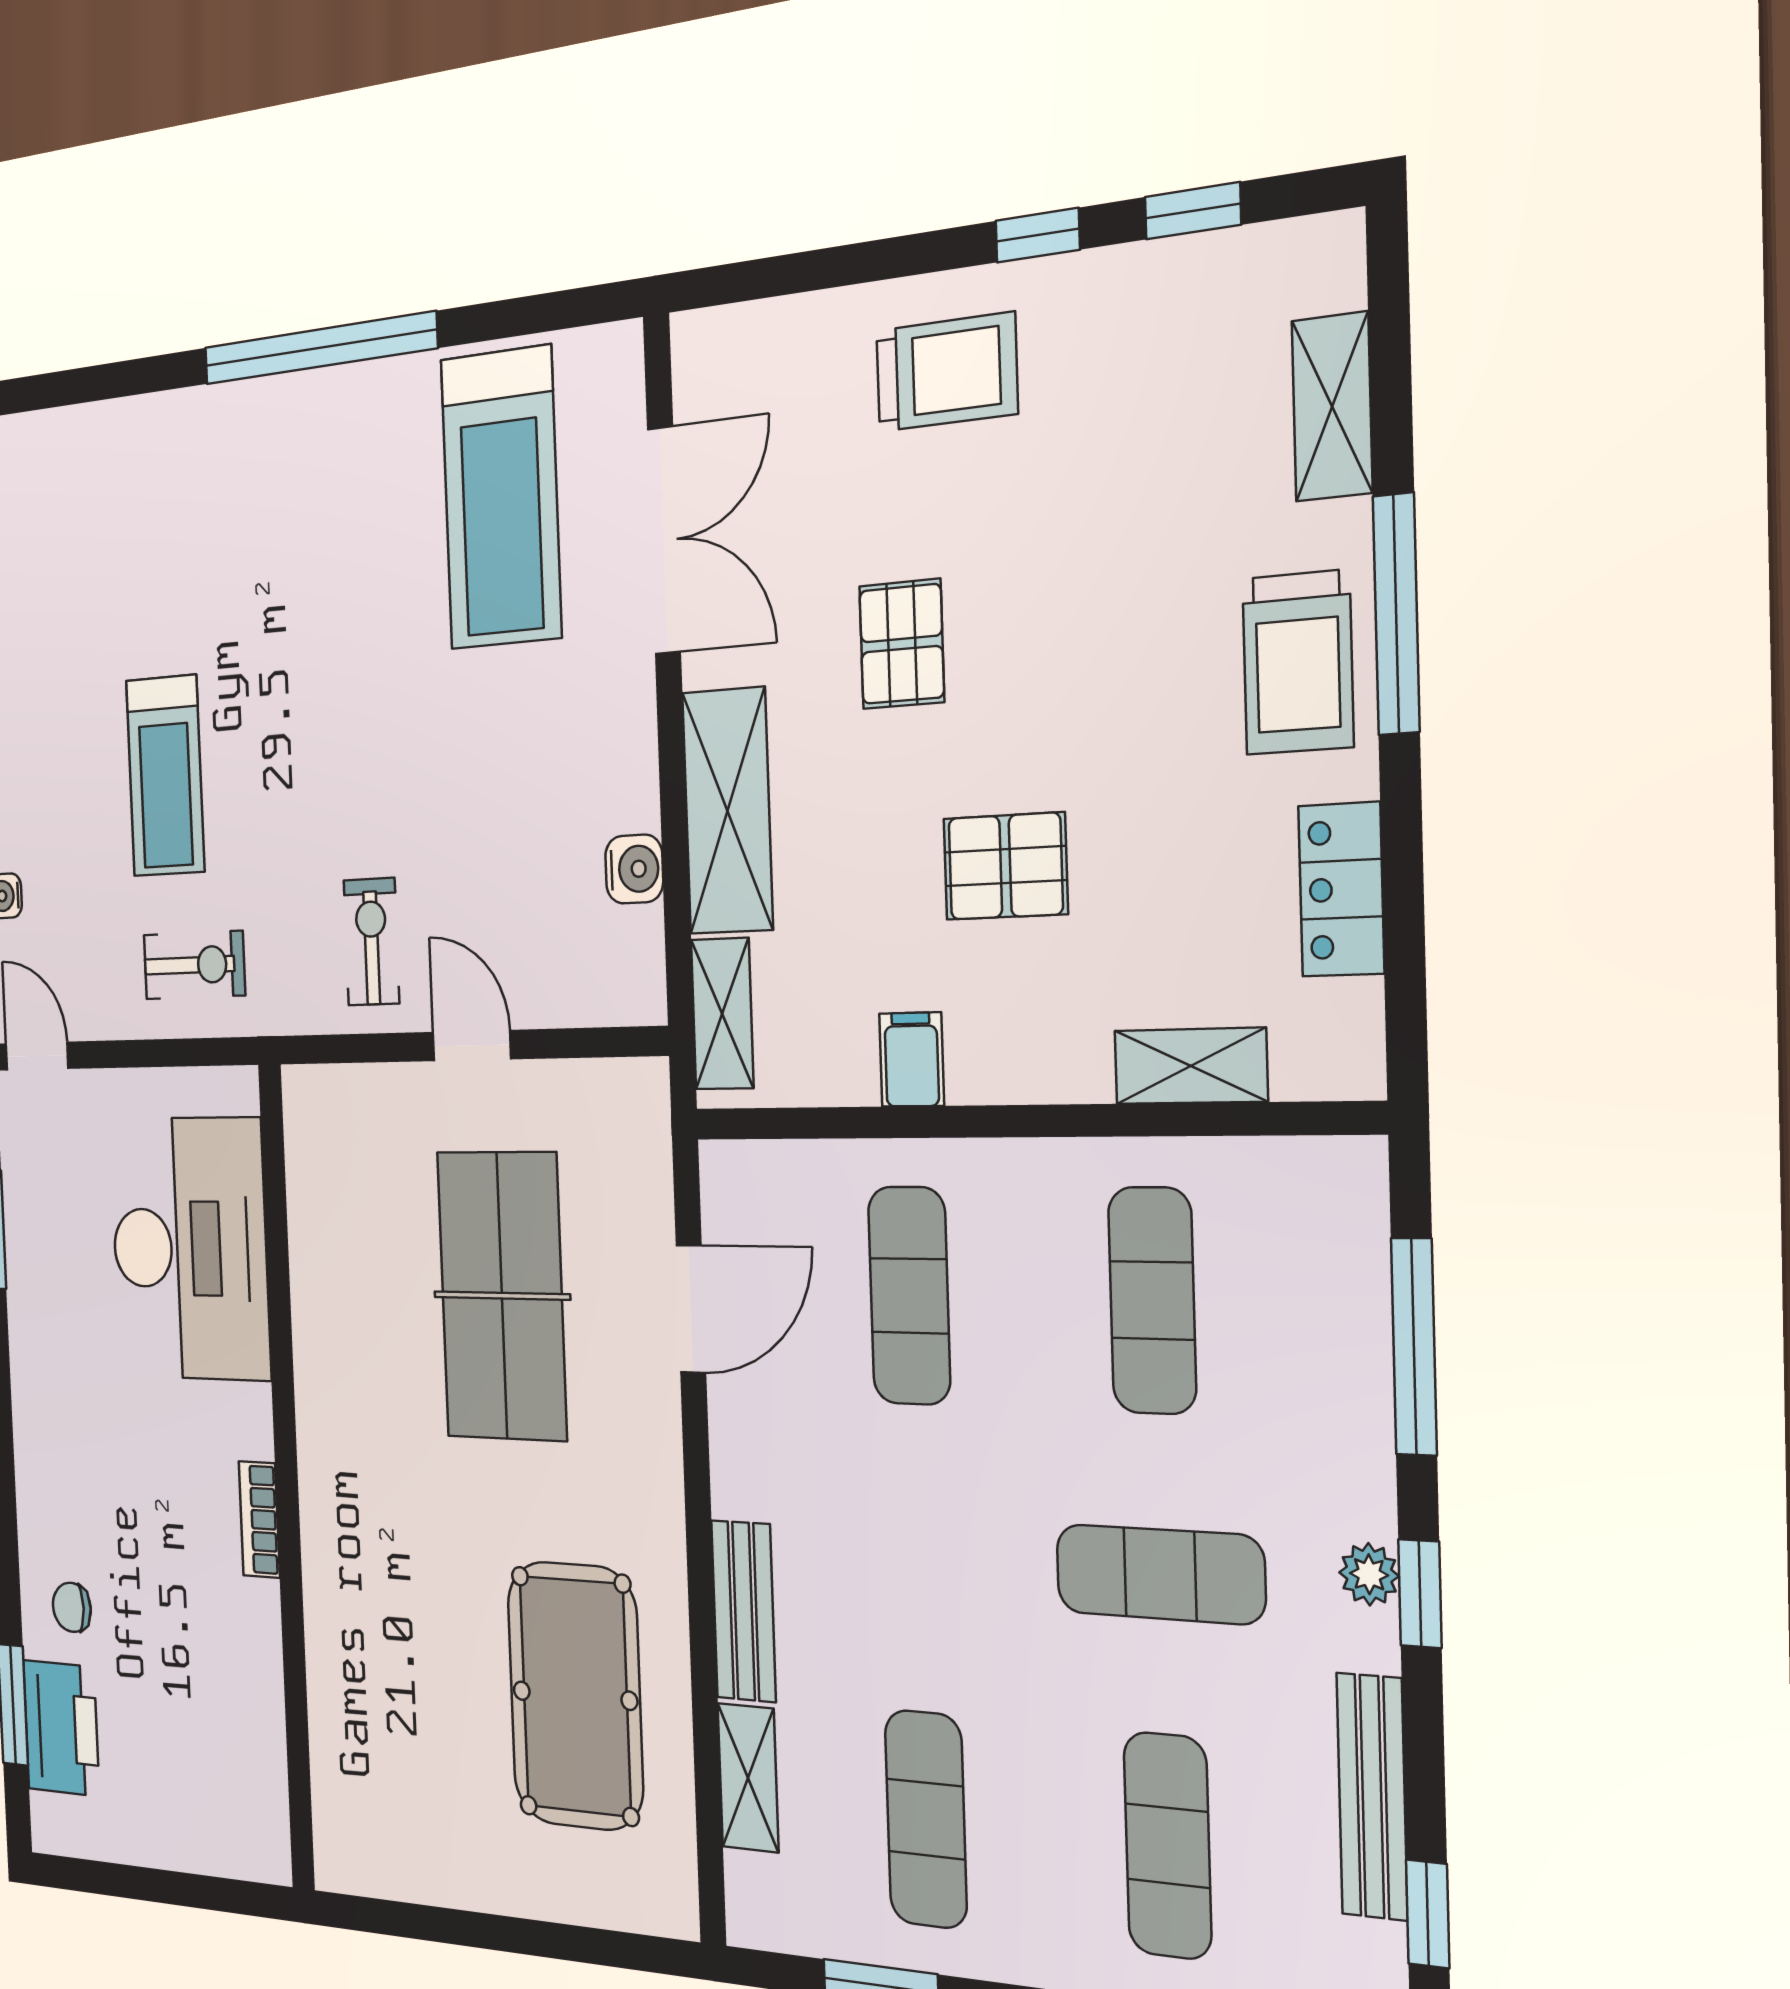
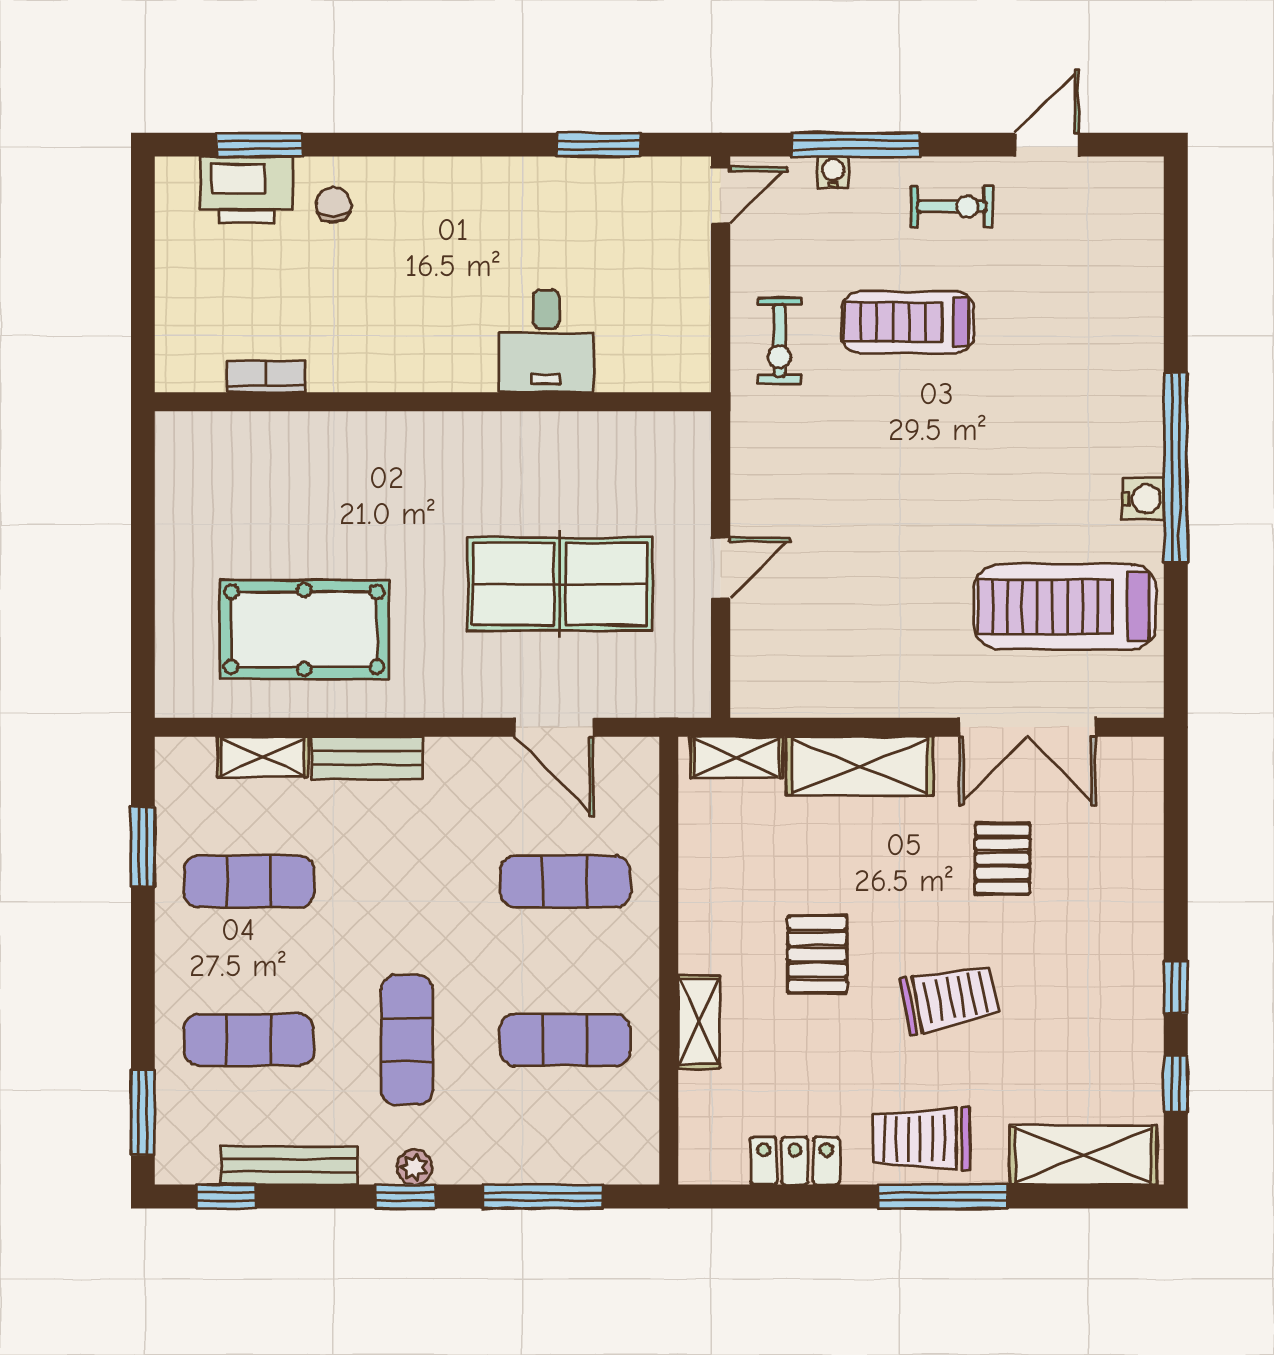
trolley: (947, 372) -> (950, 999), moved, turned -101
shelving: (1332, 407) -> (1083, 1155), width x1.50, depth x1.33
pallet: (902, 644) -> (1003, 859), moved, turned 90
water cooler: (634, 869) -> (1143, 499), moved, turned -90
exercise bike: (372, 942) -> (952, 206), moved
filing cabinet: (912, 1060) -> (706, 888), removed
shelving: (1191, 1066) -> (699, 1022), moved
desk: (189, 1248) -> (546, 341), width x0.53, depth x0.77
bookcase: (259, 1519) -> (266, 377), moved

